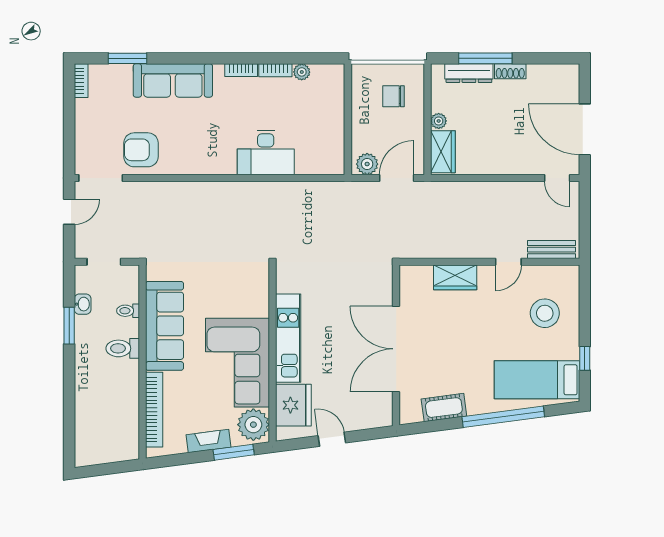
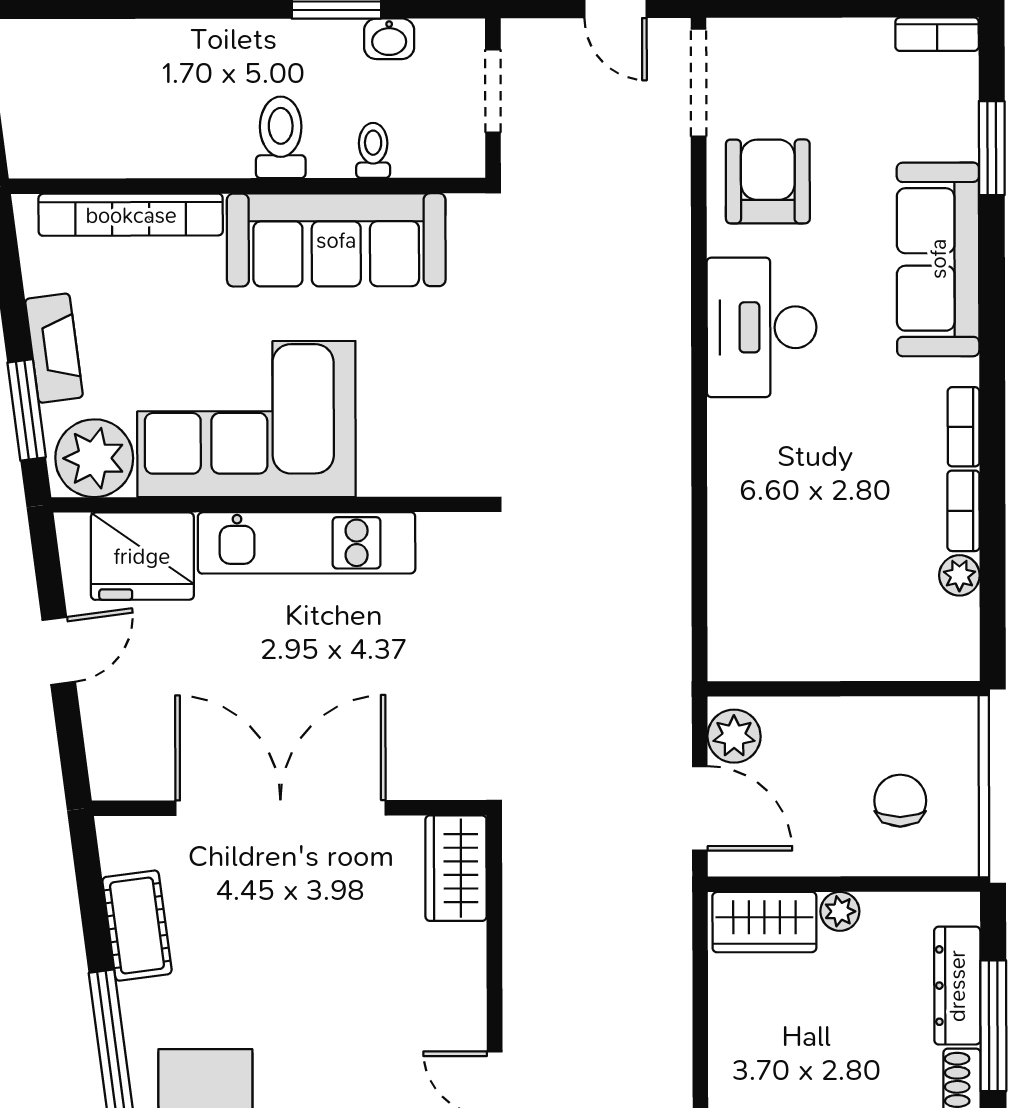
desk: (266, 152) -> (762, 327), moved
wardrobe: (455, 277) -> (456, 868), moved

